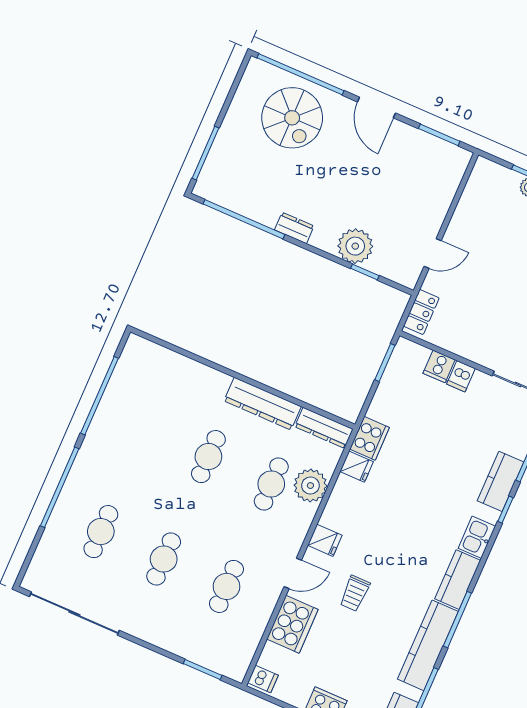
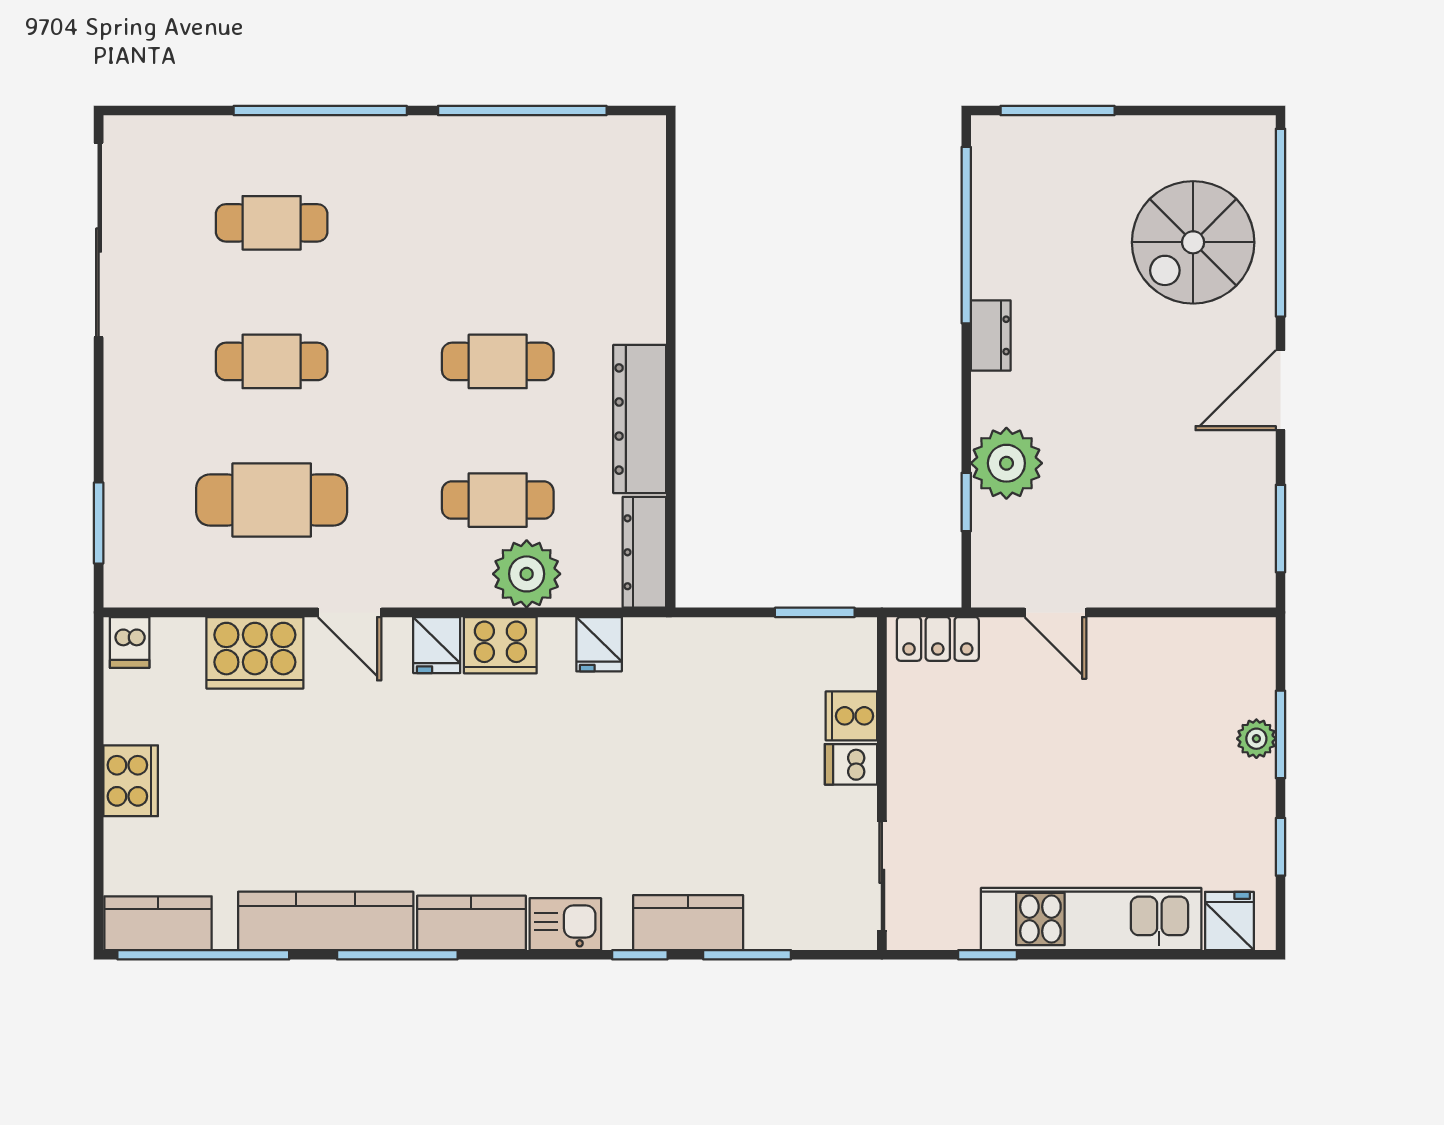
cooker: (370, 438) -> (500, 645), moved
cafe table: (226, 586) -> (272, 500), width x1.37, depth x1.35
trolley: (355, 593) -> (363, 743), removed

